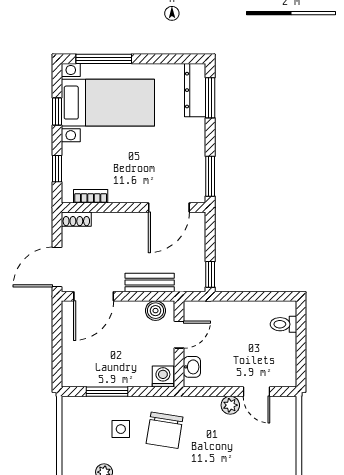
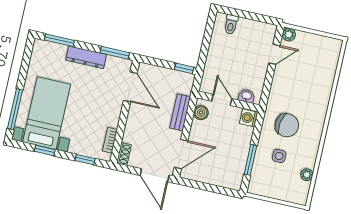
dresser: (195, 90) -> (86, 57), moved
door: (94, 296) -> (181, 154), hinge flipped
plant: (230, 405) -> (289, 35), moved

